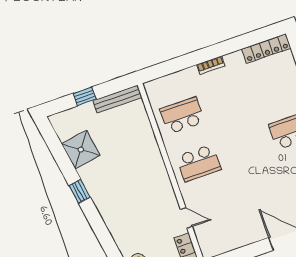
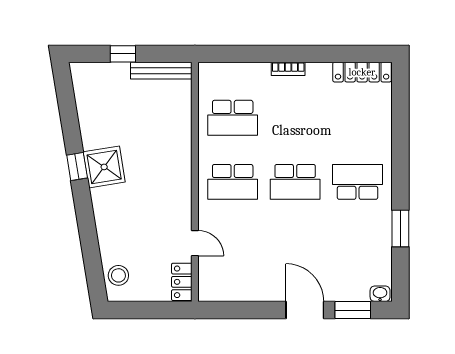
school desk: (182, 116) -> (233, 118), turned 180
school desk: (245, 147) -> (295, 182), added
shower: (81, 150) -> (104, 167), moved

